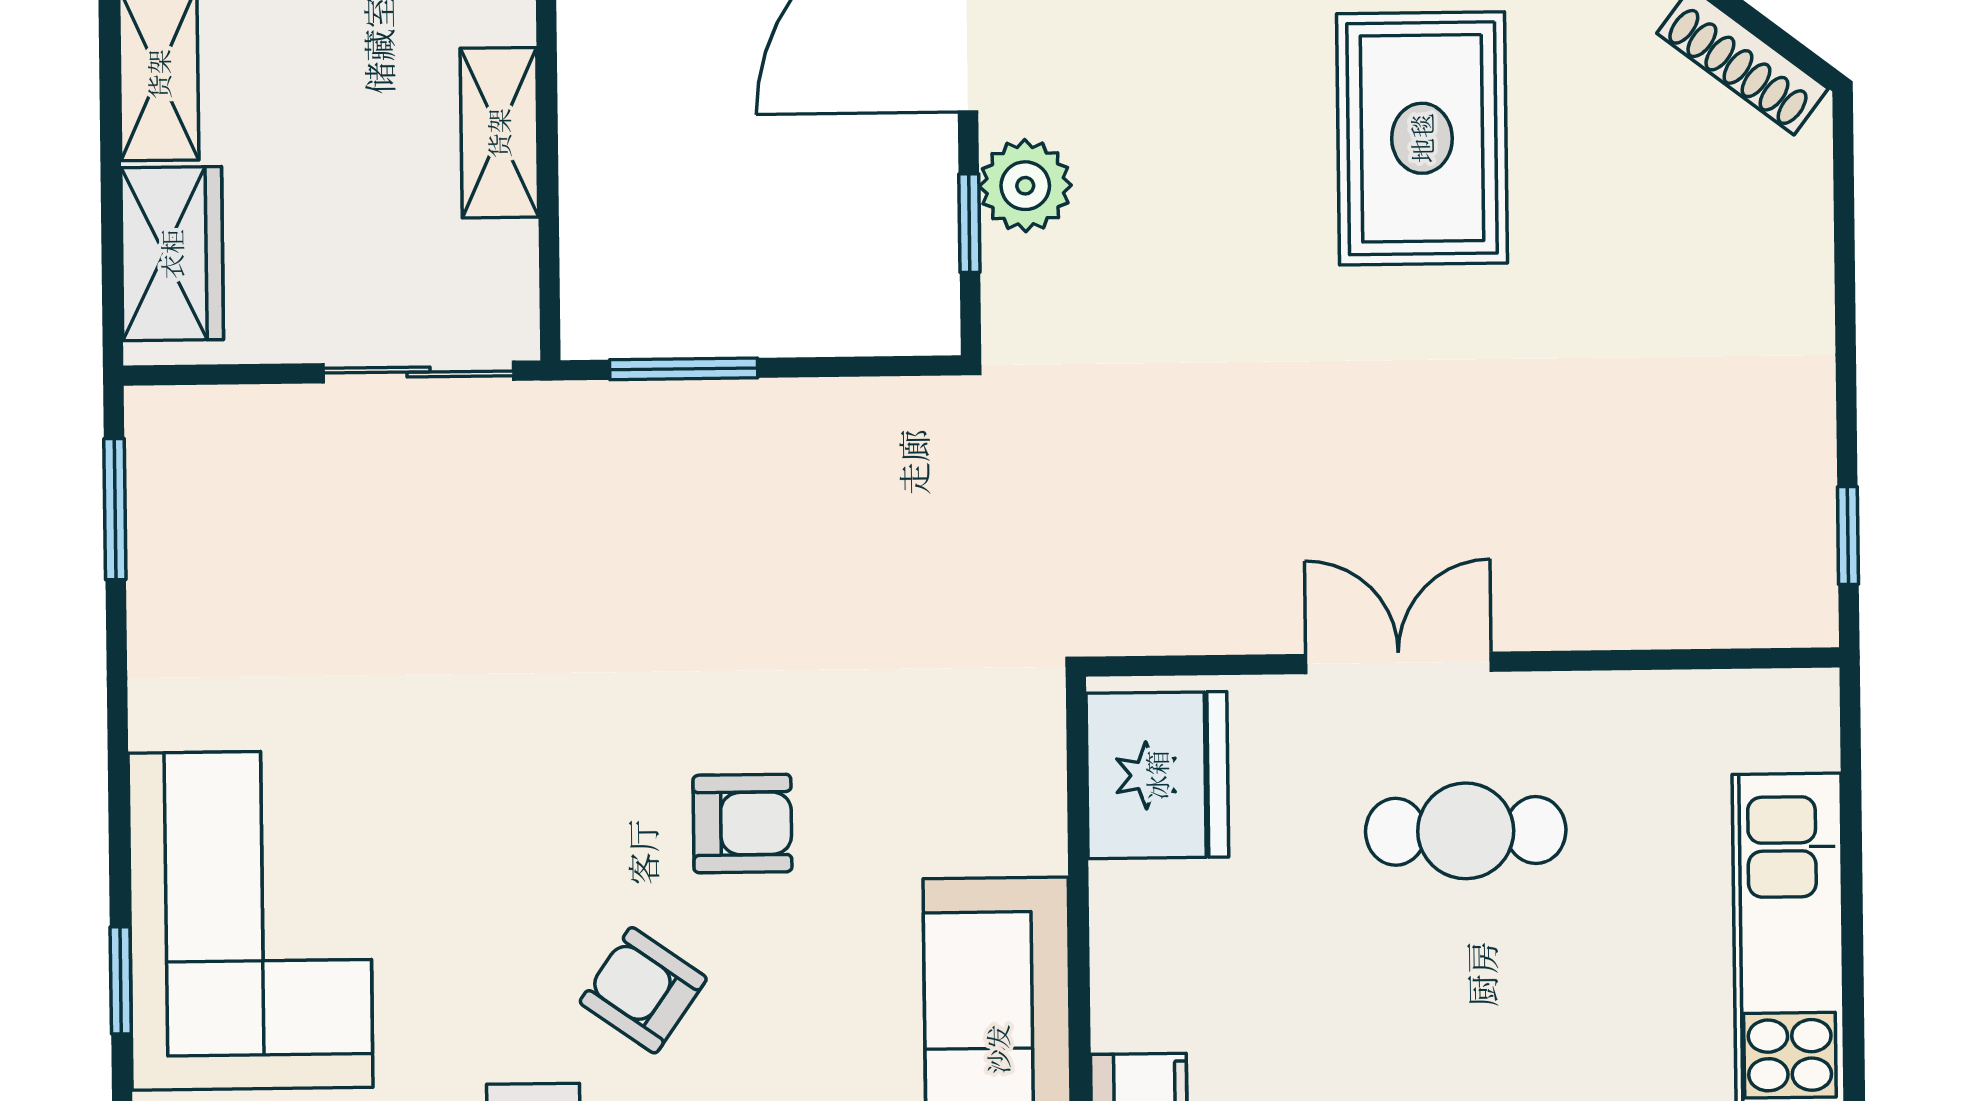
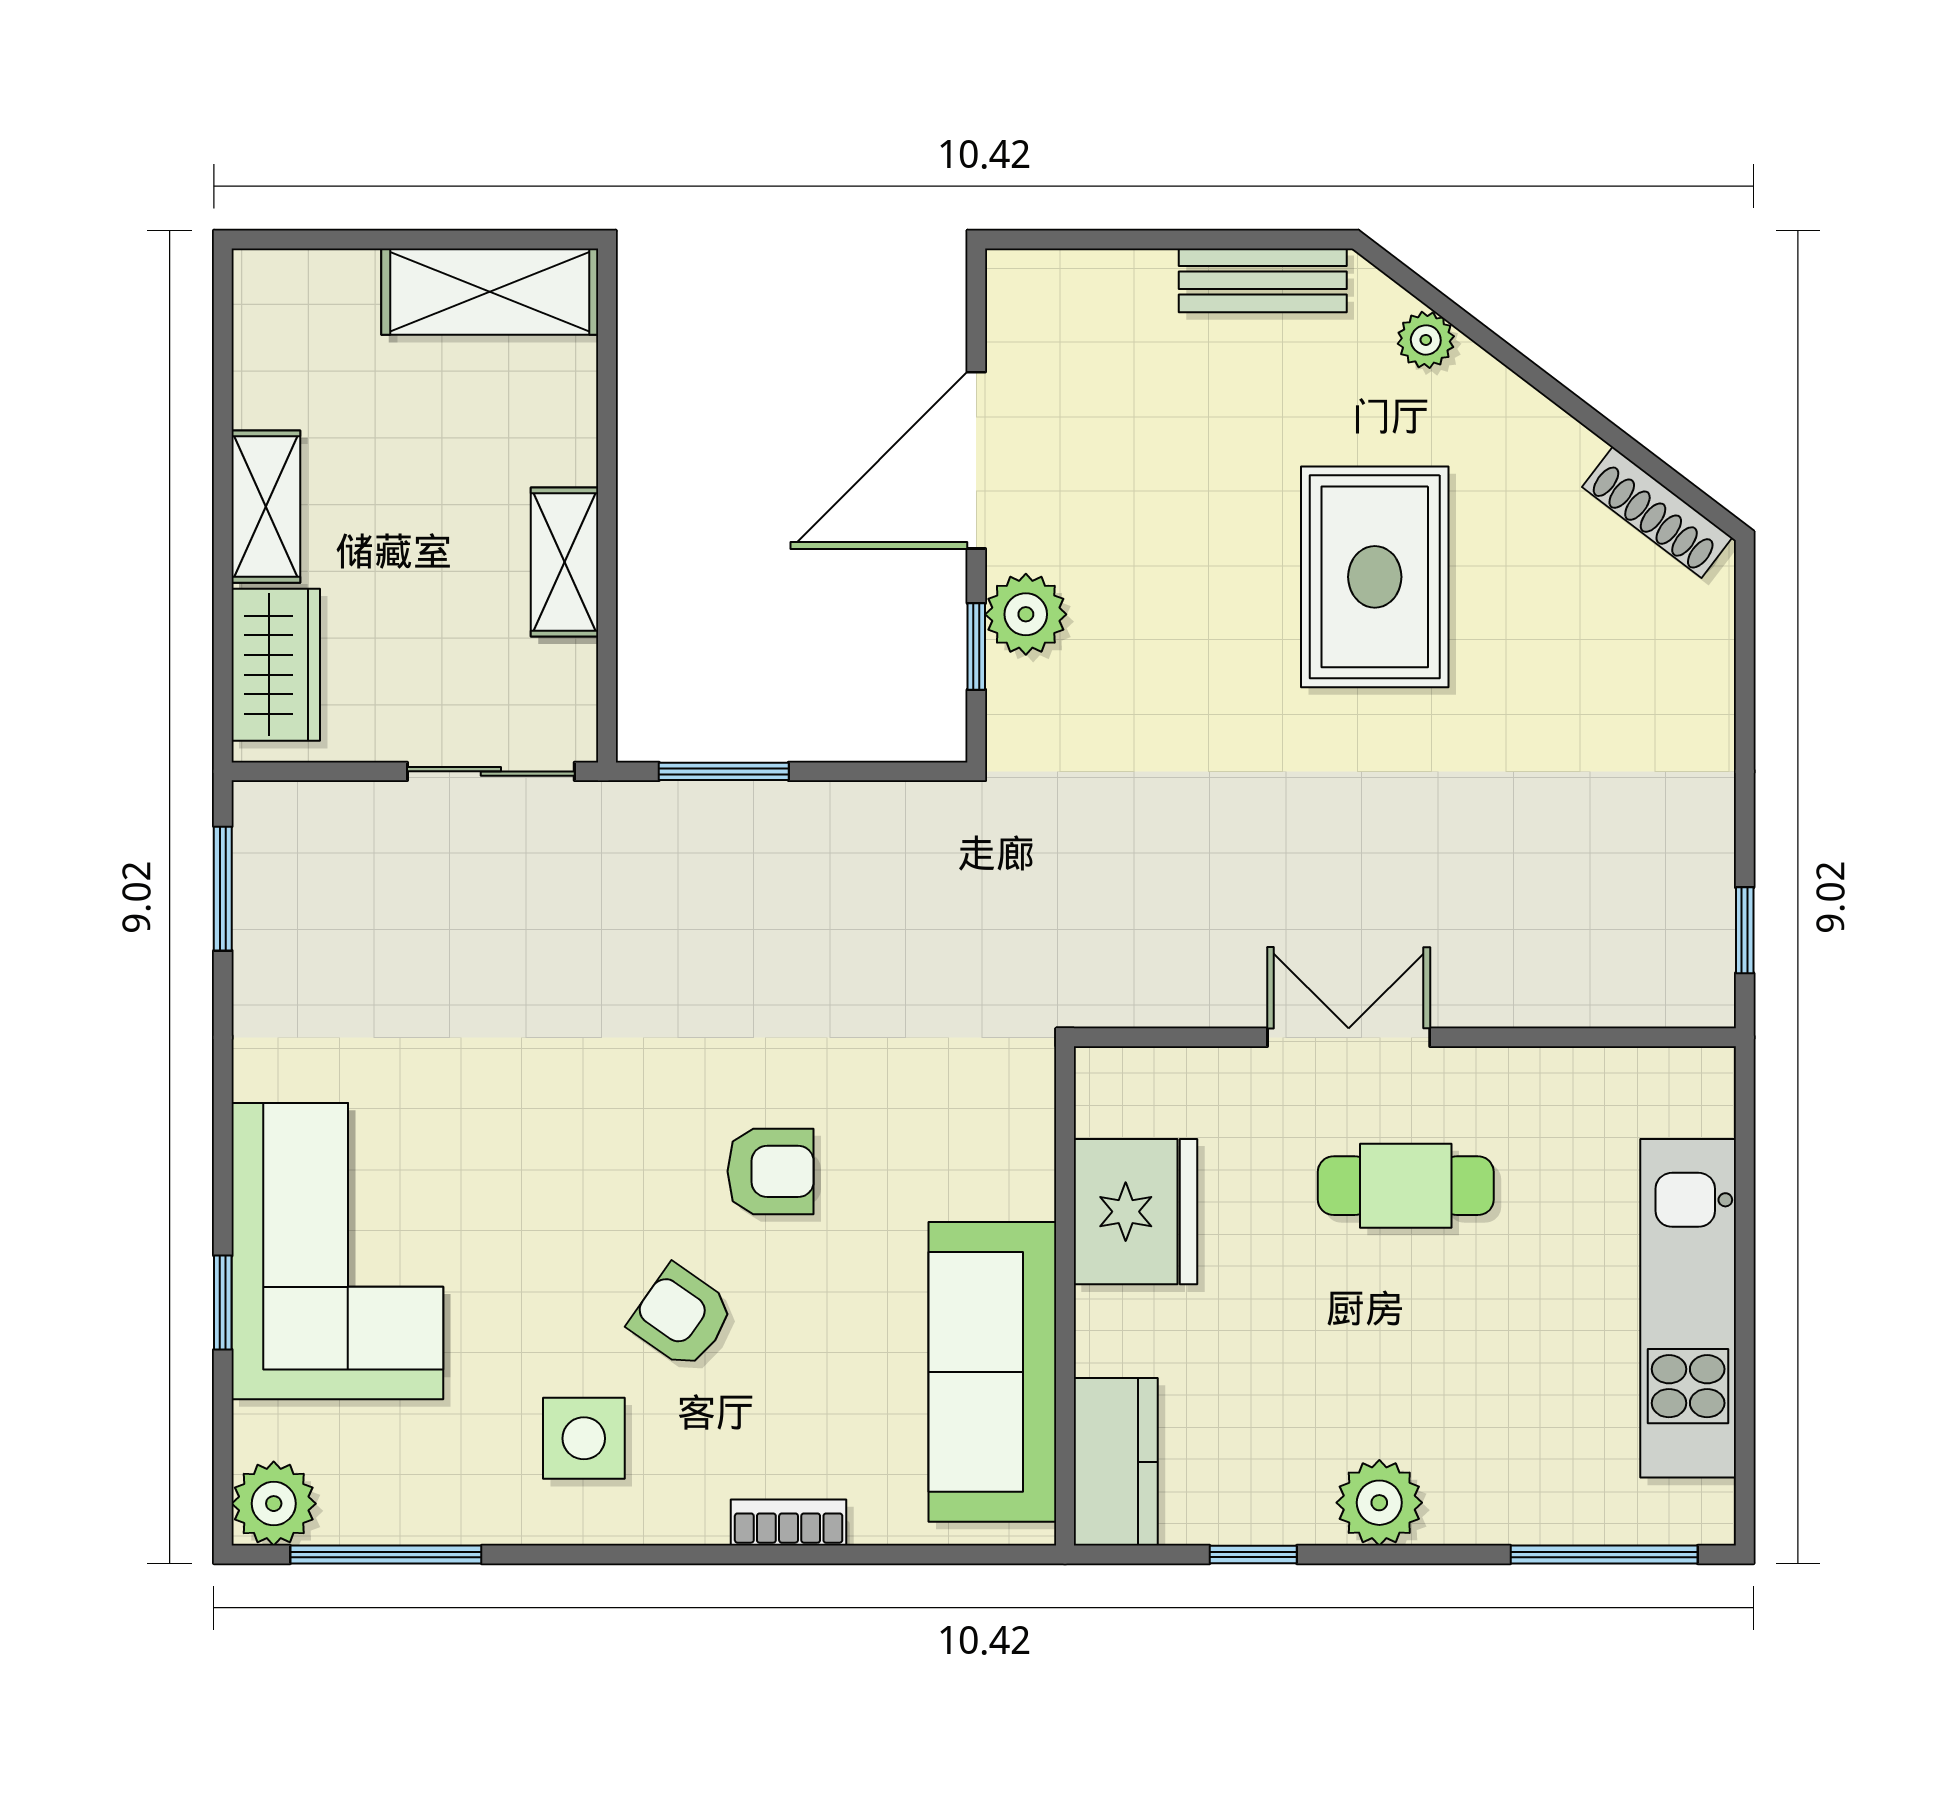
fridge: (1157, 775) -> (1136, 1212), moved

